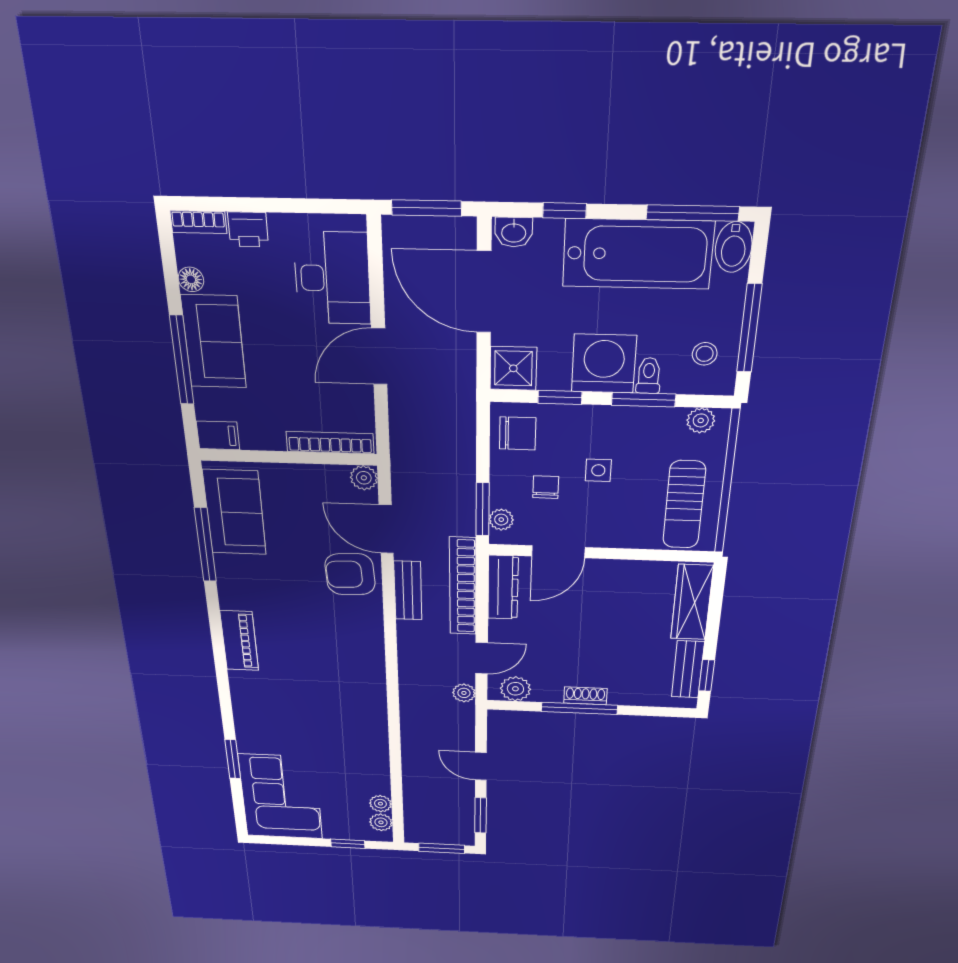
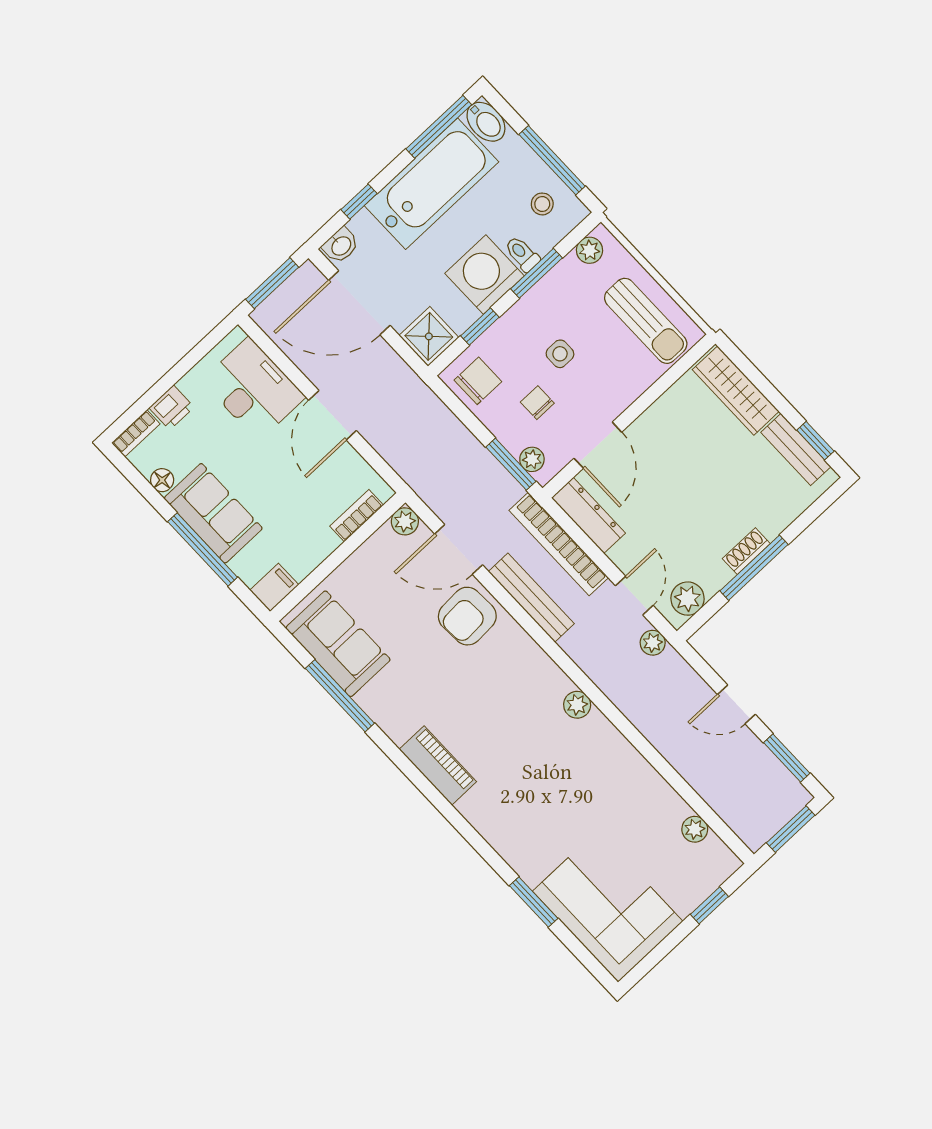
bookcase: (330, 442) -> (357, 516), width x0.64
bench: (408, 591) -> (531, 598), width x1.36
plant: (381, 822) -> (577, 705), moved

